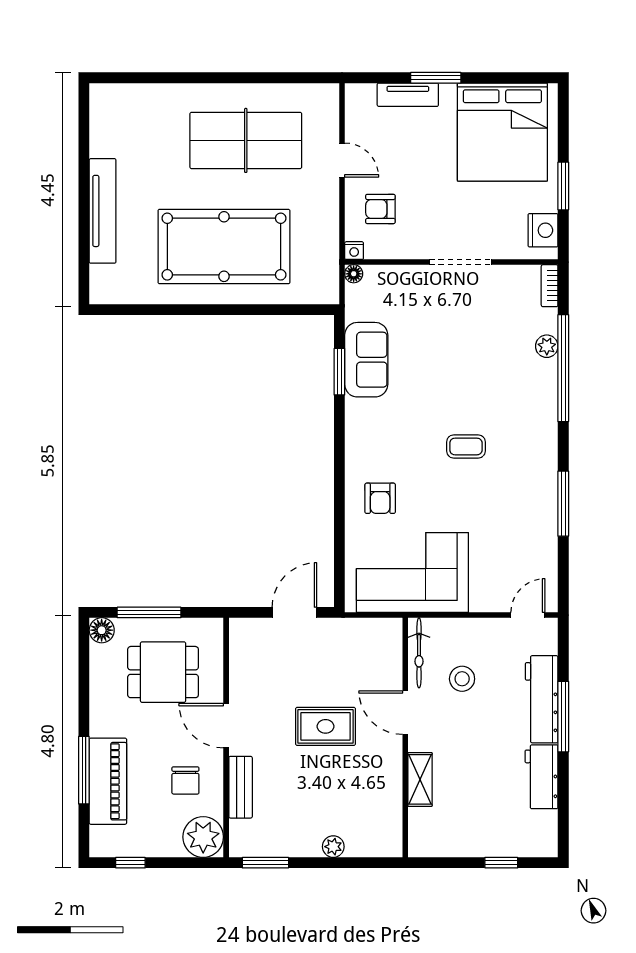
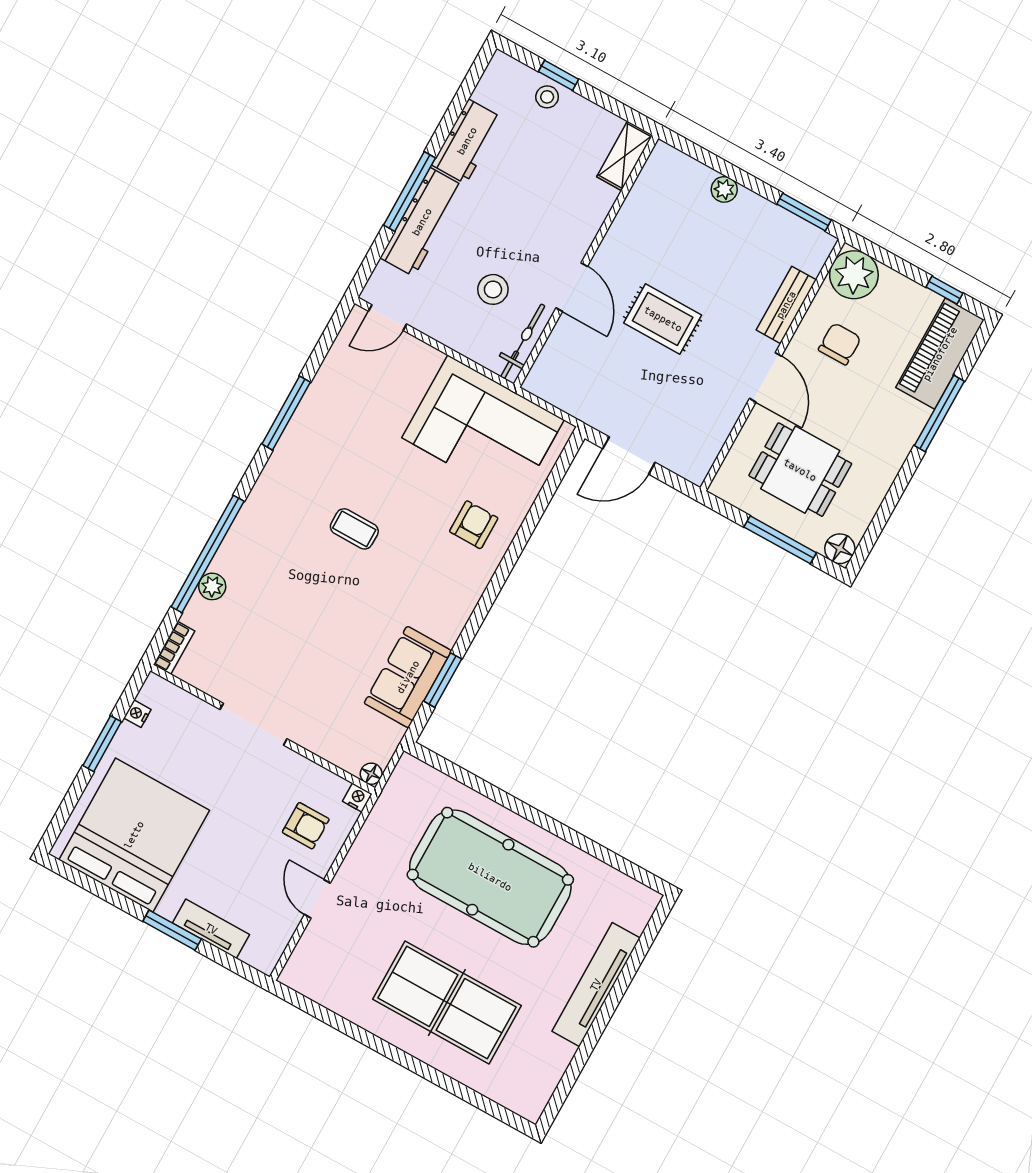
table tennis table: (246, 140) -> (447, 1002), moved
nightstand: (543, 230) -> (137, 714), width x0.53, depth x0.56
shelving: (420, 779) -> (625, 156), moved
piano: (108, 781) -> (940, 354), moved
stool: (501, 842) -> (547, 97), added

